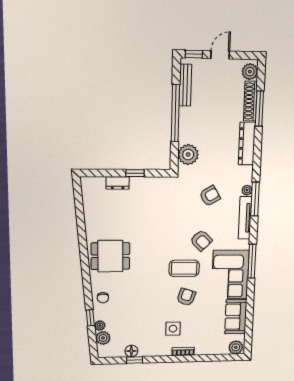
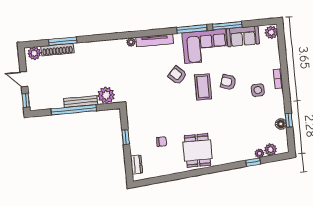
bench: (185, 85) -> (81, 102), moved
dresser: (247, 144) -> (92, 48), removed
dresser: (118, 183) -> (136, 165), moved
armchair: (210, 196) -> (139, 73), removed
window: (255, 199) -> (227, 26), moved
armchair: (201, 240) -> (177, 75), turned -92
chair: (103, 298) -> (162, 142), moved

